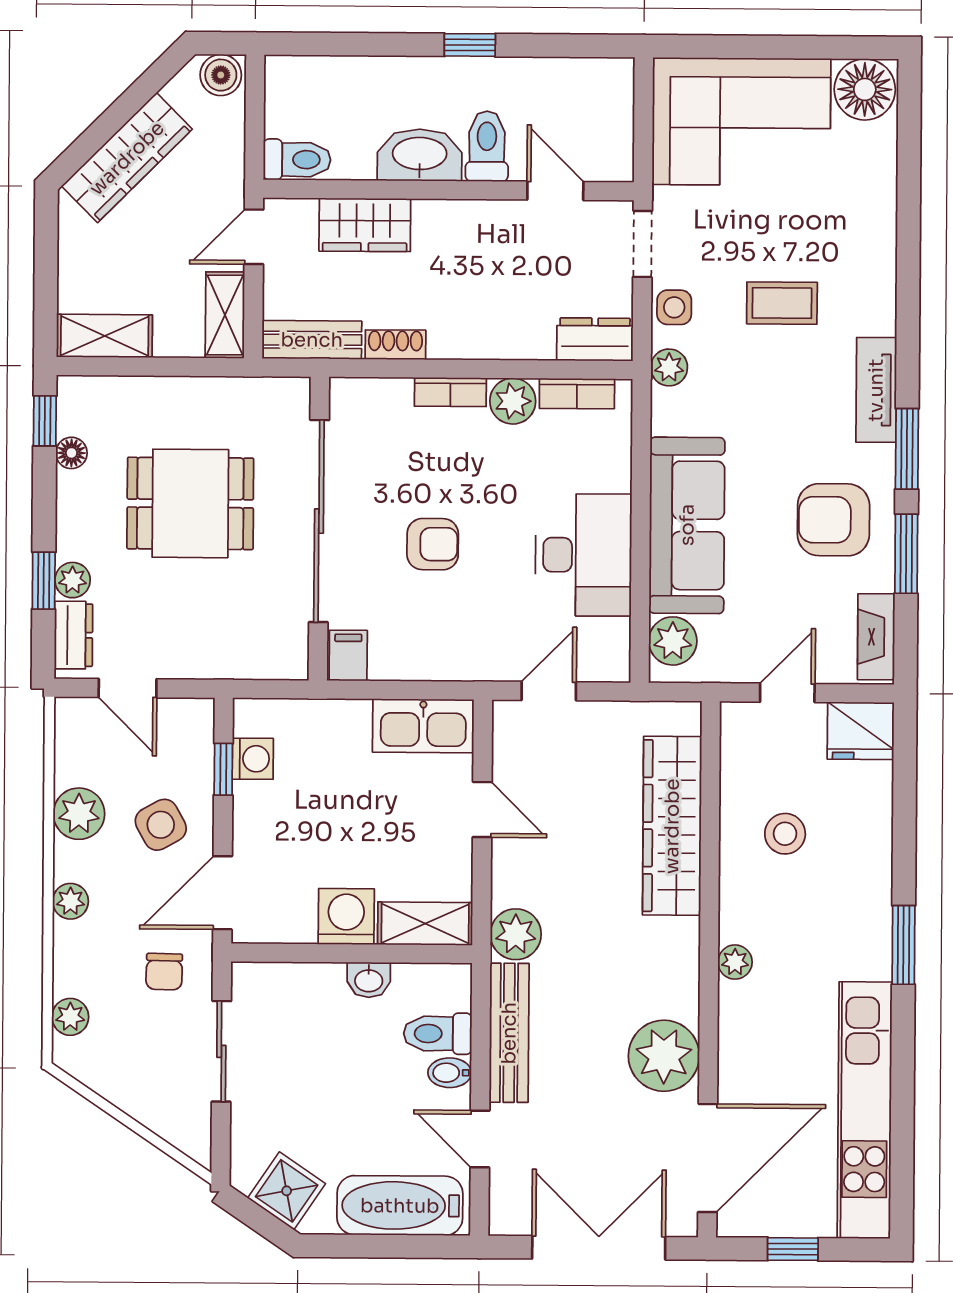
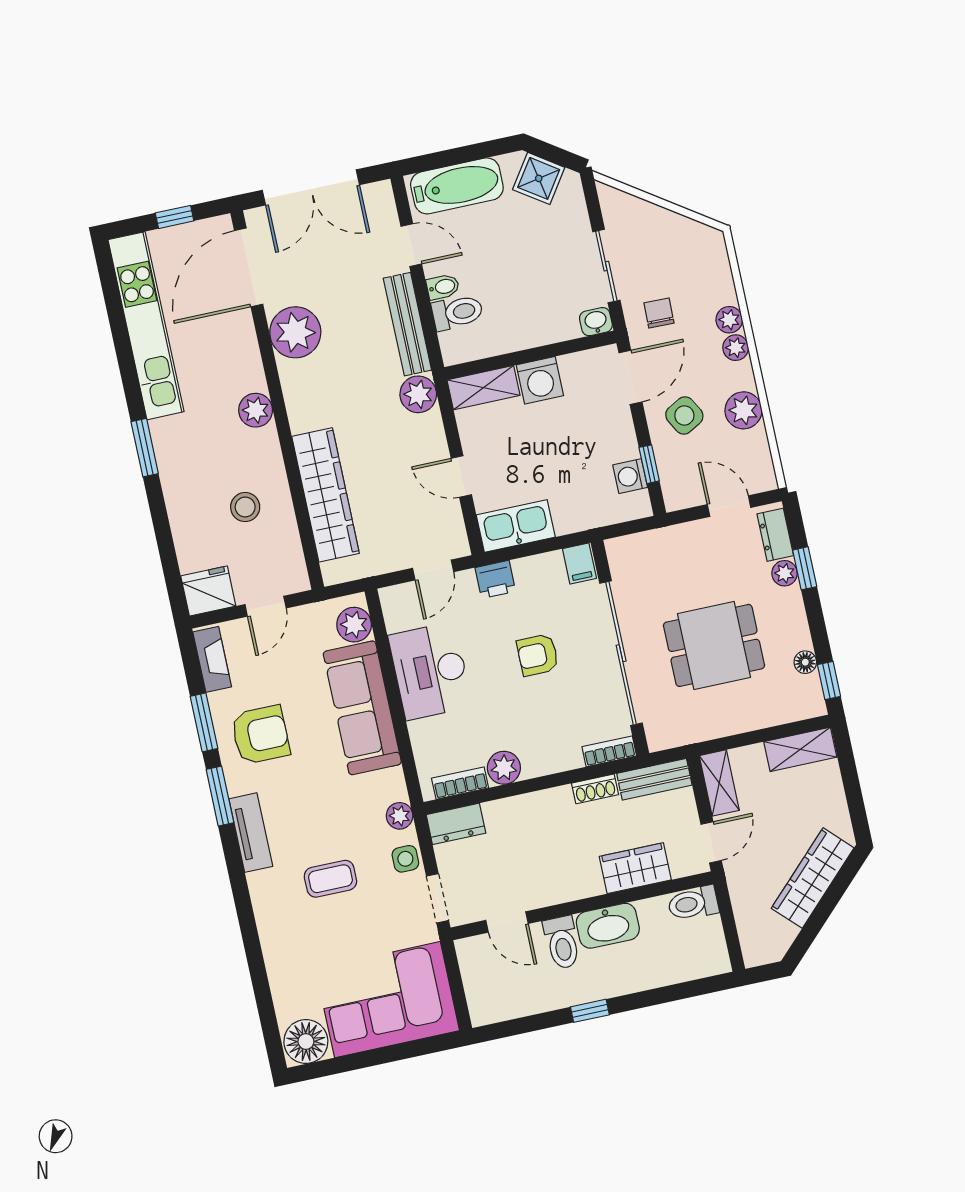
boiler: (221, 75) -> (760, 951), removed
bookcase: (450, 392) -> (609, 751), moved
printer: (467, 659) -> (495, 579), added
plant: (735, 962) -> (256, 410), width x1.38, depth x1.38
washbasin: (369, 980) -> (596, 322), moved
plant: (70, 1017) -> (729, 320), moved

